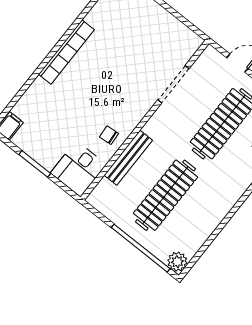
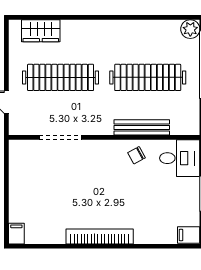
chair: (109, 135) -> (136, 155), turned 66

